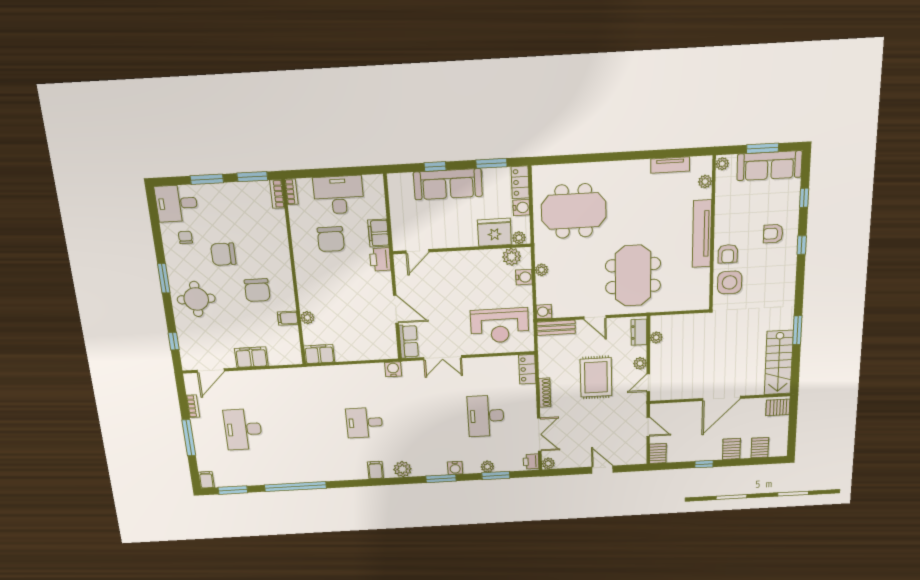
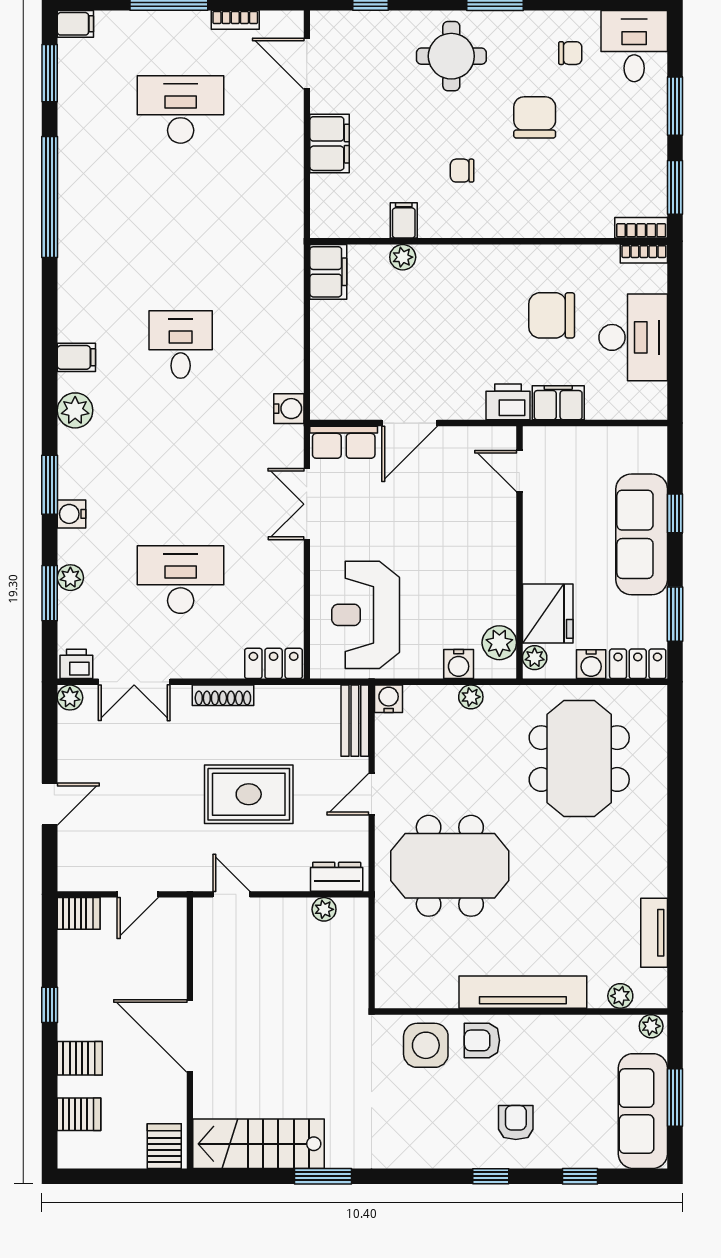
chair: (257, 290) -> (462, 171), width x0.54, depth x0.54
plant: (640, 363) -> (273, 879), removed

